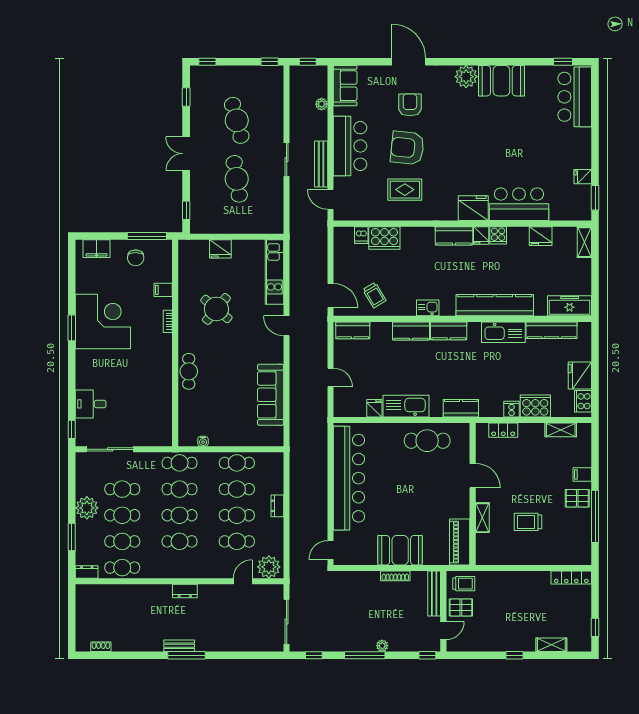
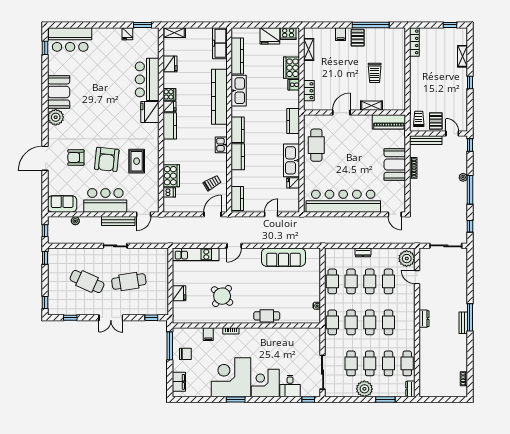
cafe table: (237, 120) -> (87, 282), turned 39
corner desk: (95, 369) -> (265, 383), added

